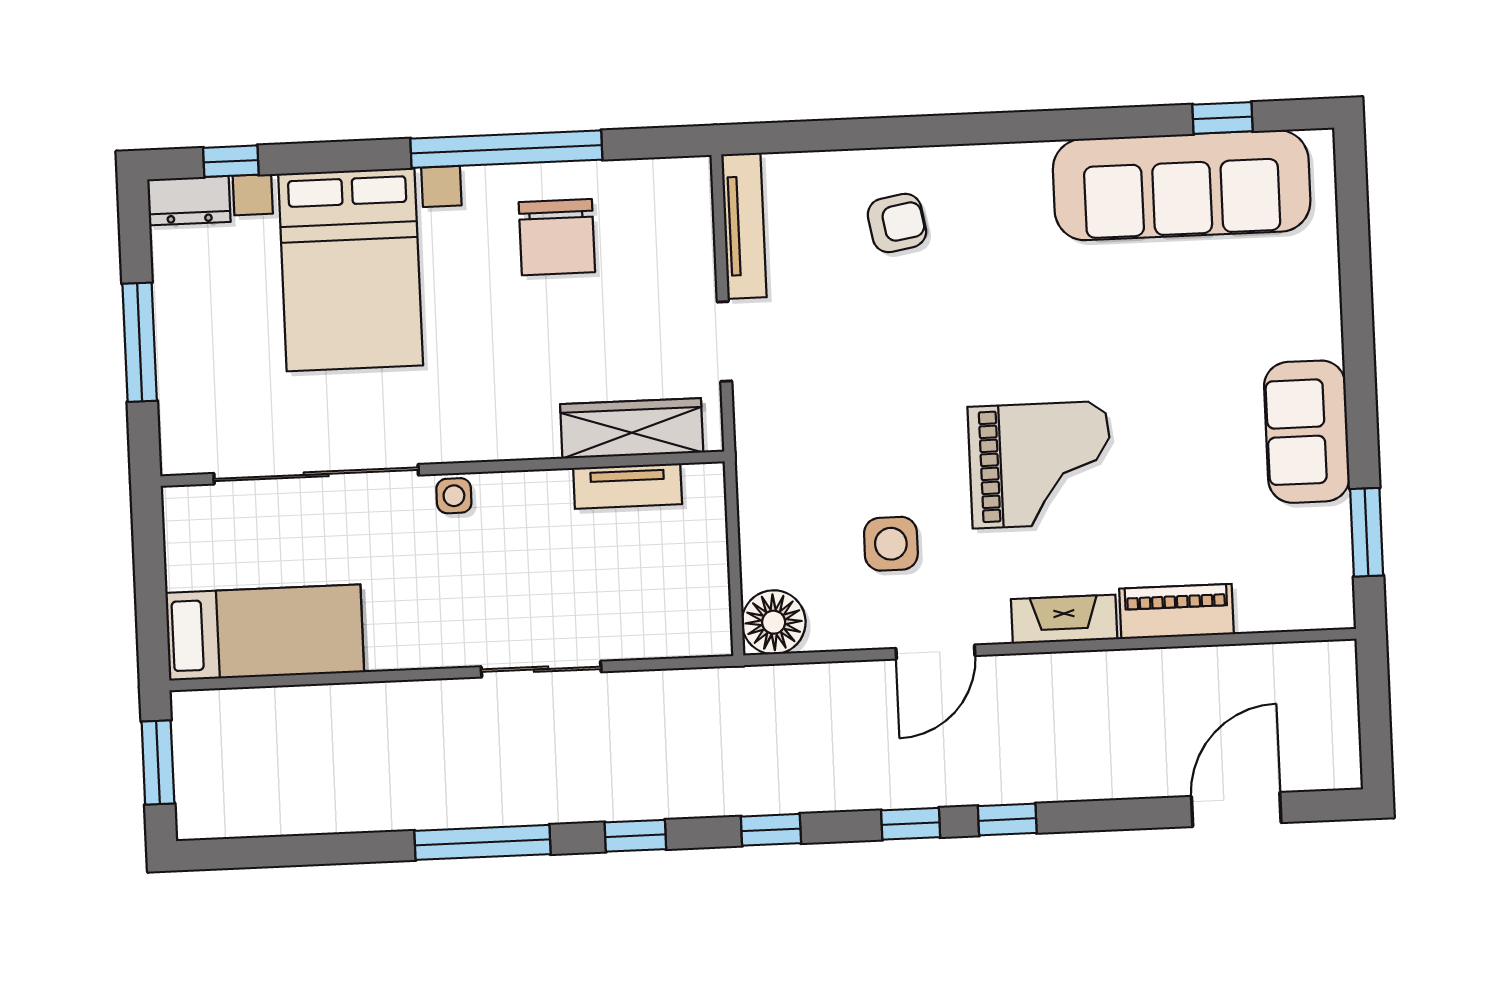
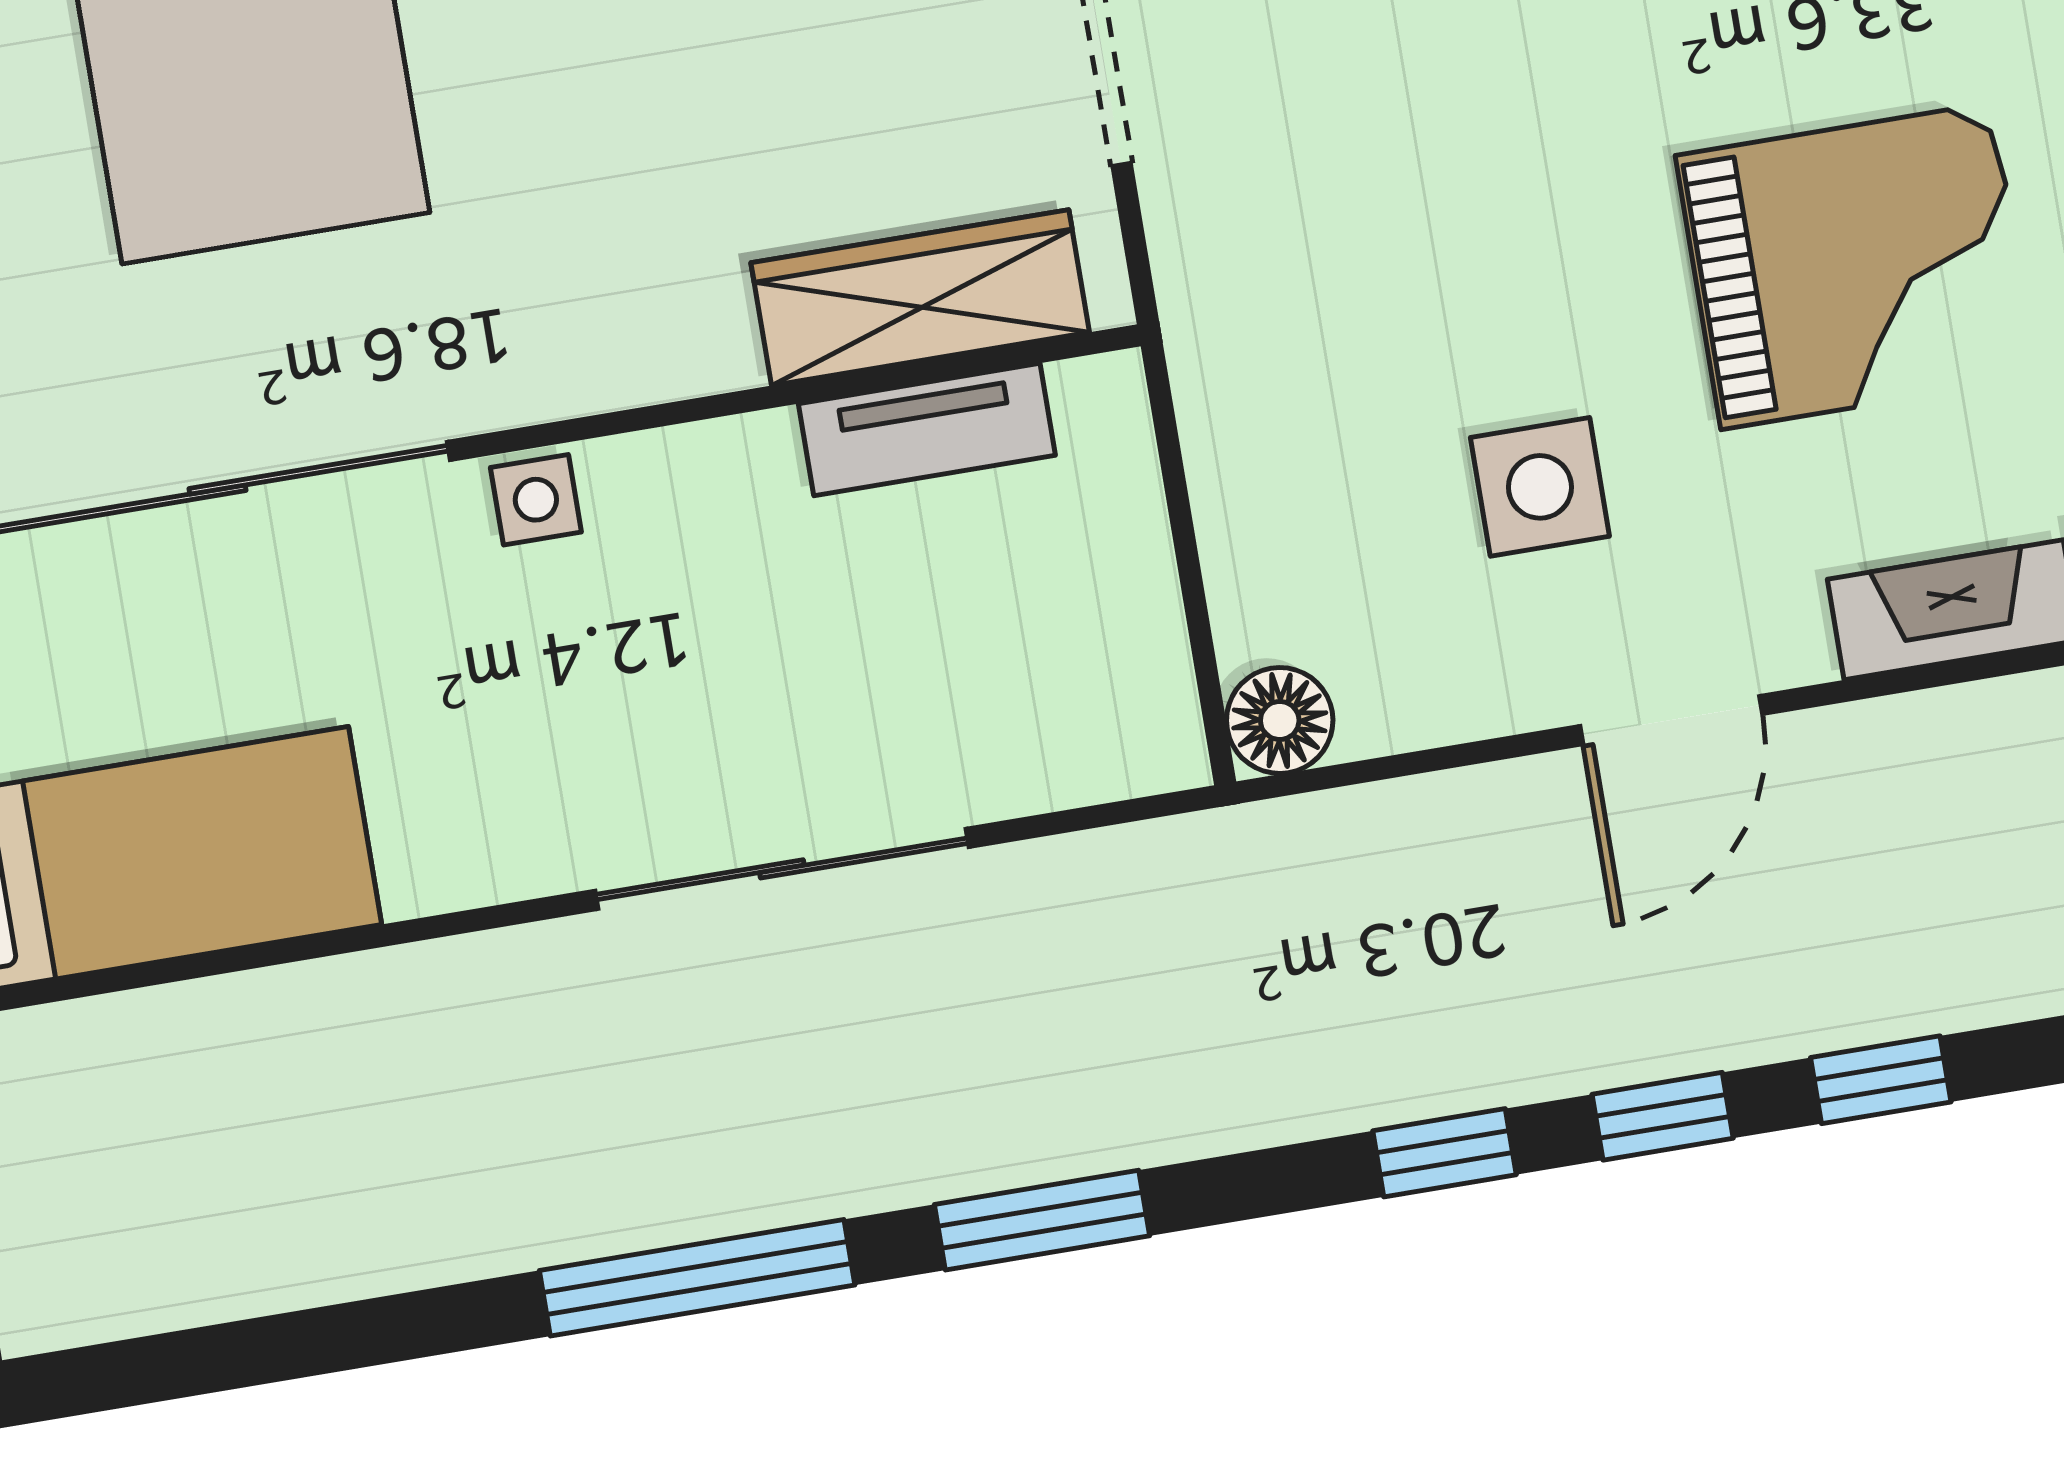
floor lamp: (774, 622) -> (1280, 720), width x0.73, depth x0.73
sliding door: (541, 669) -> (782, 869), width x1.37
window: (771, 830) -> (1445, 1153), moved
window: (635, 836) -> (1042, 1220), width x1.50

